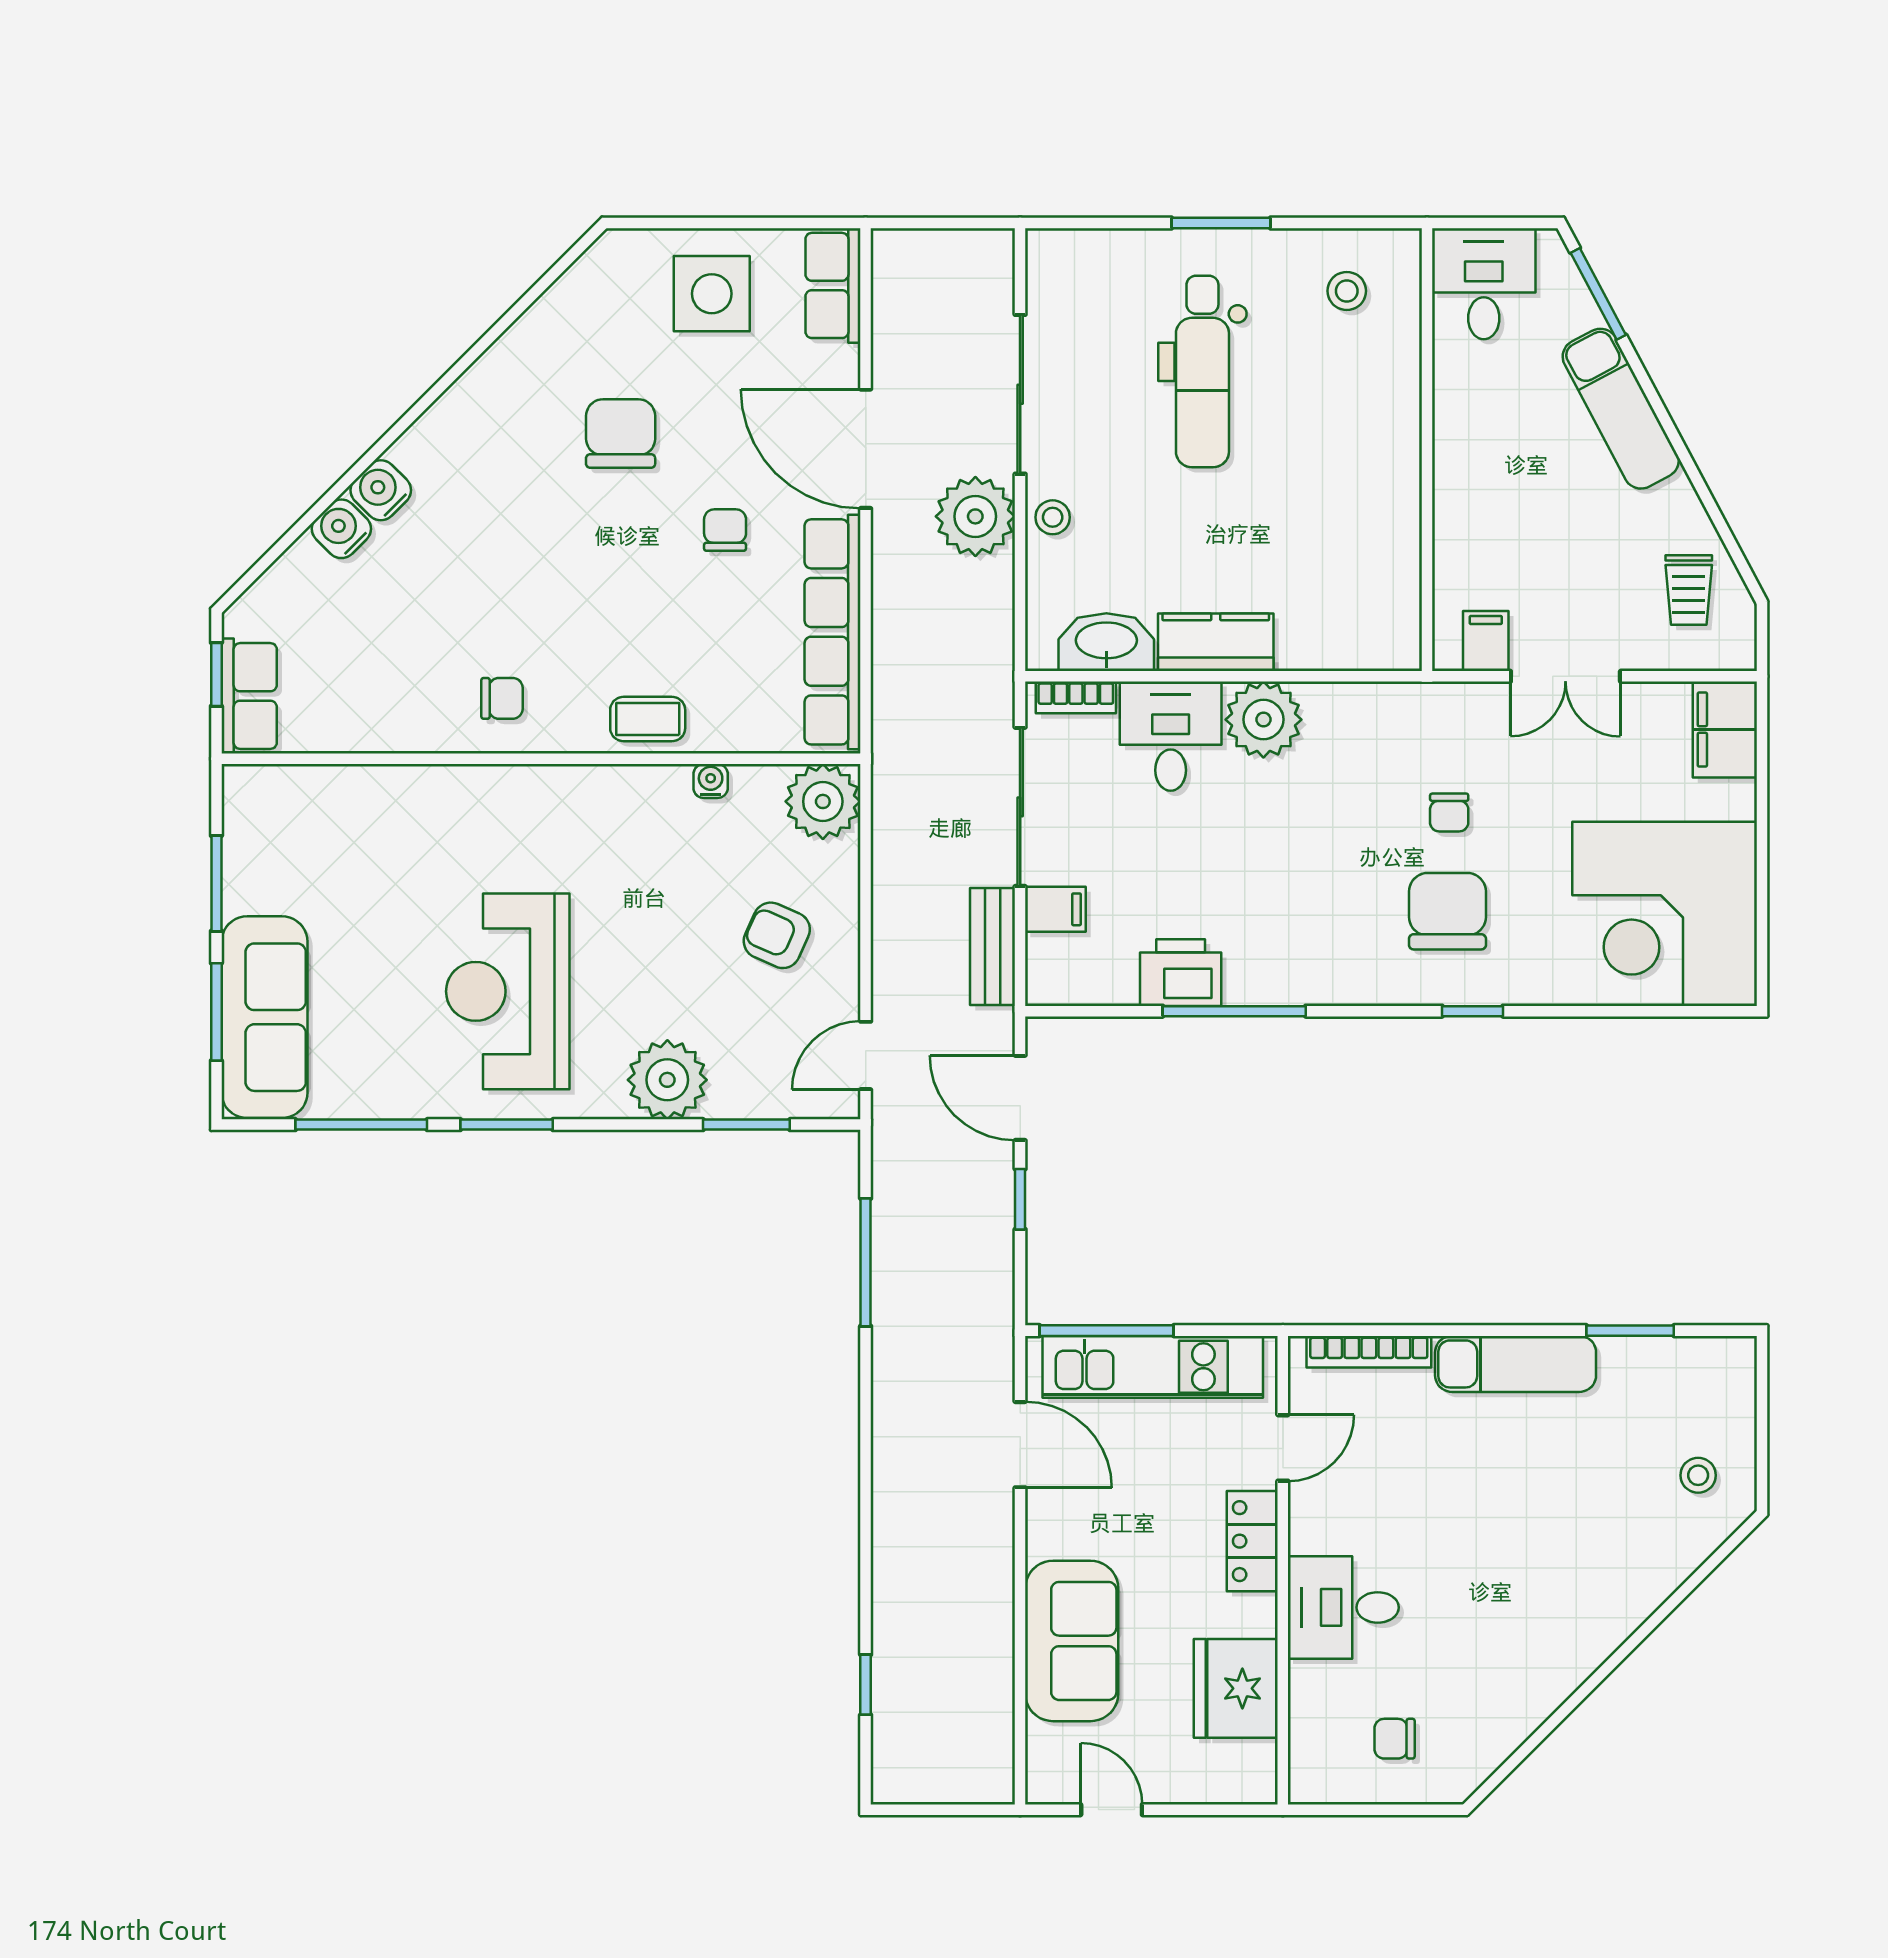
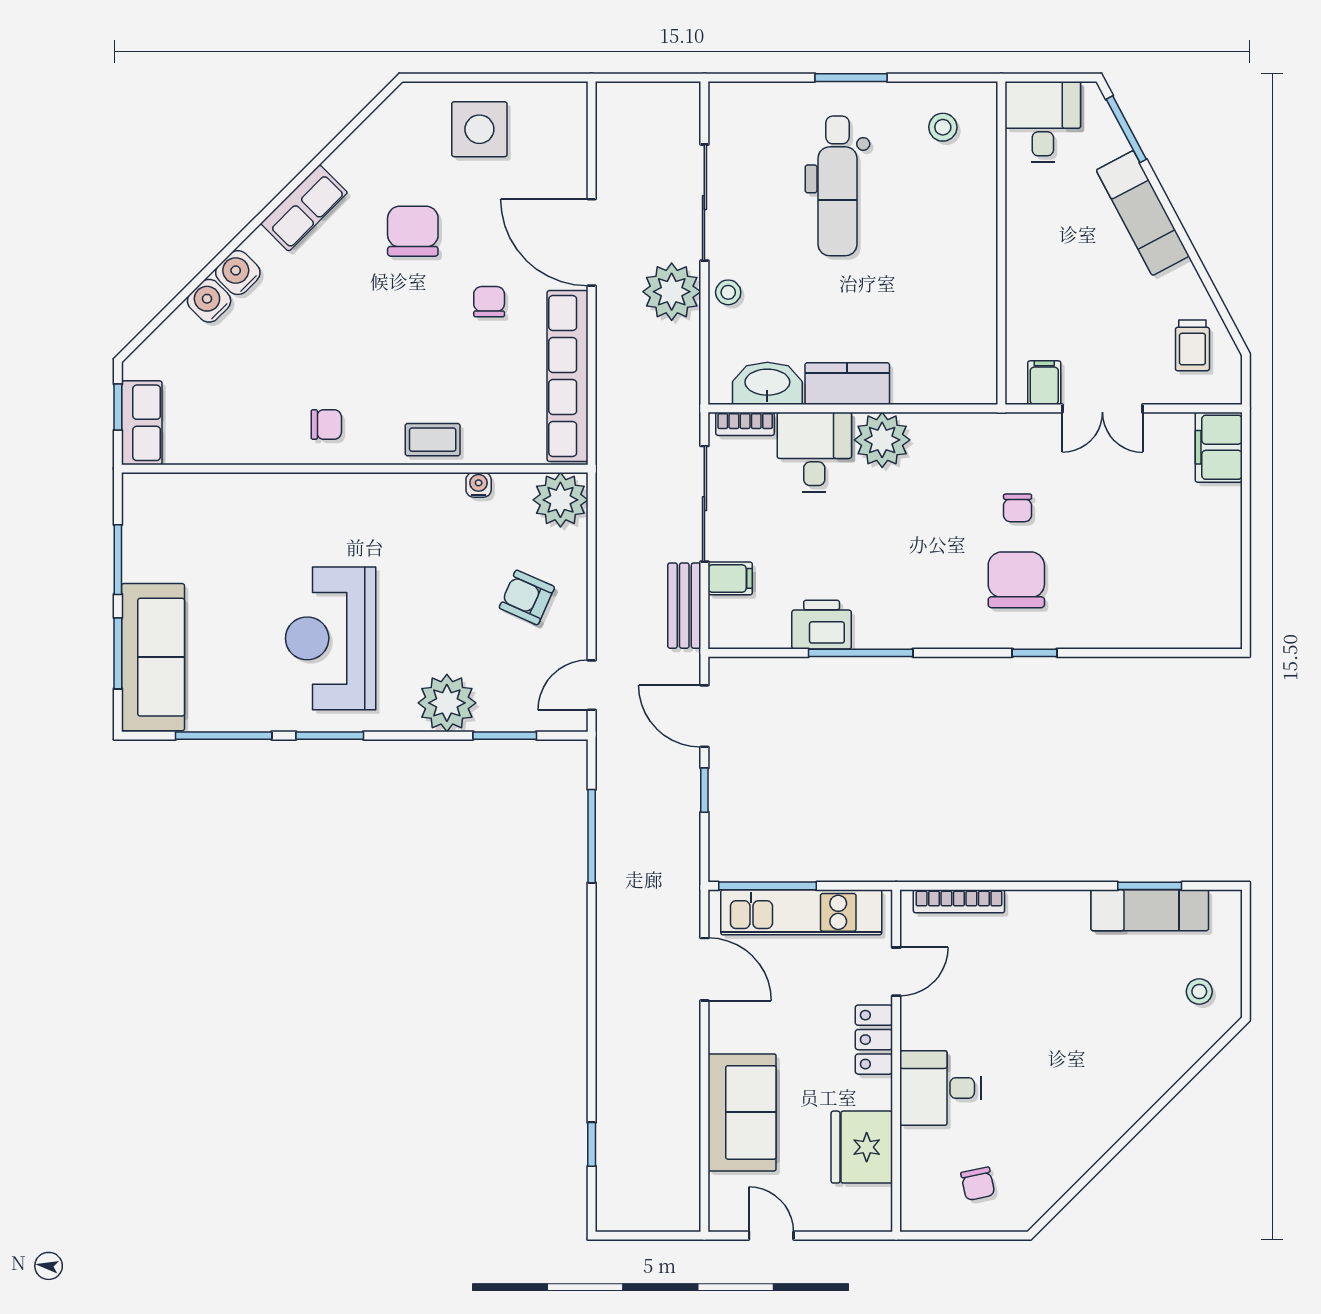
row of seats: (833, 285) -> (304, 208), moved, turned -135
corner desk: (1665, 914) -> (1175, 582), removed
exam couch: (1516, 1364) -> (1150, 910), moved
chair: (1395, 1739) -> (978, 1184), turned -102

